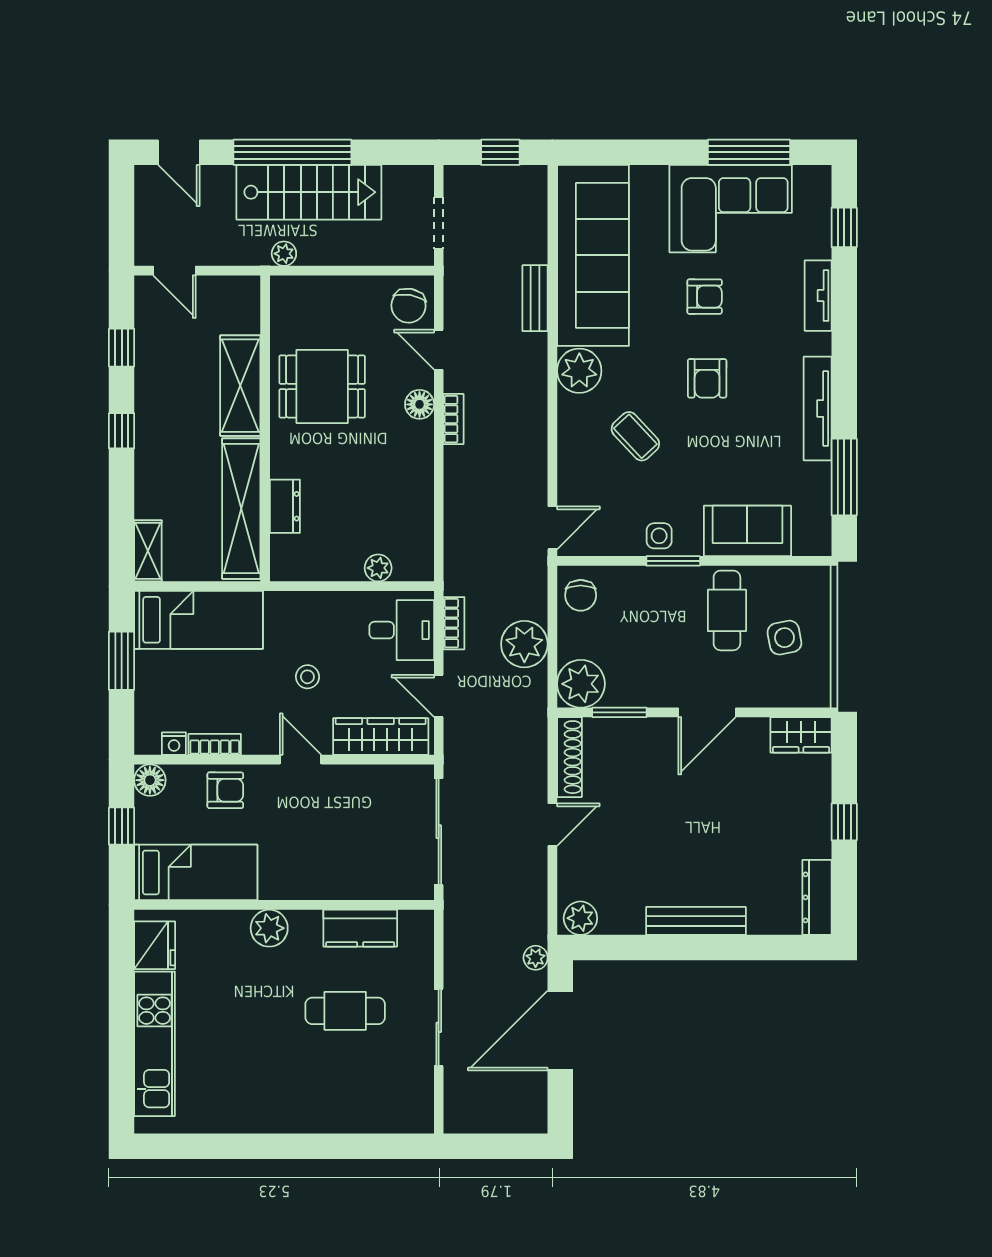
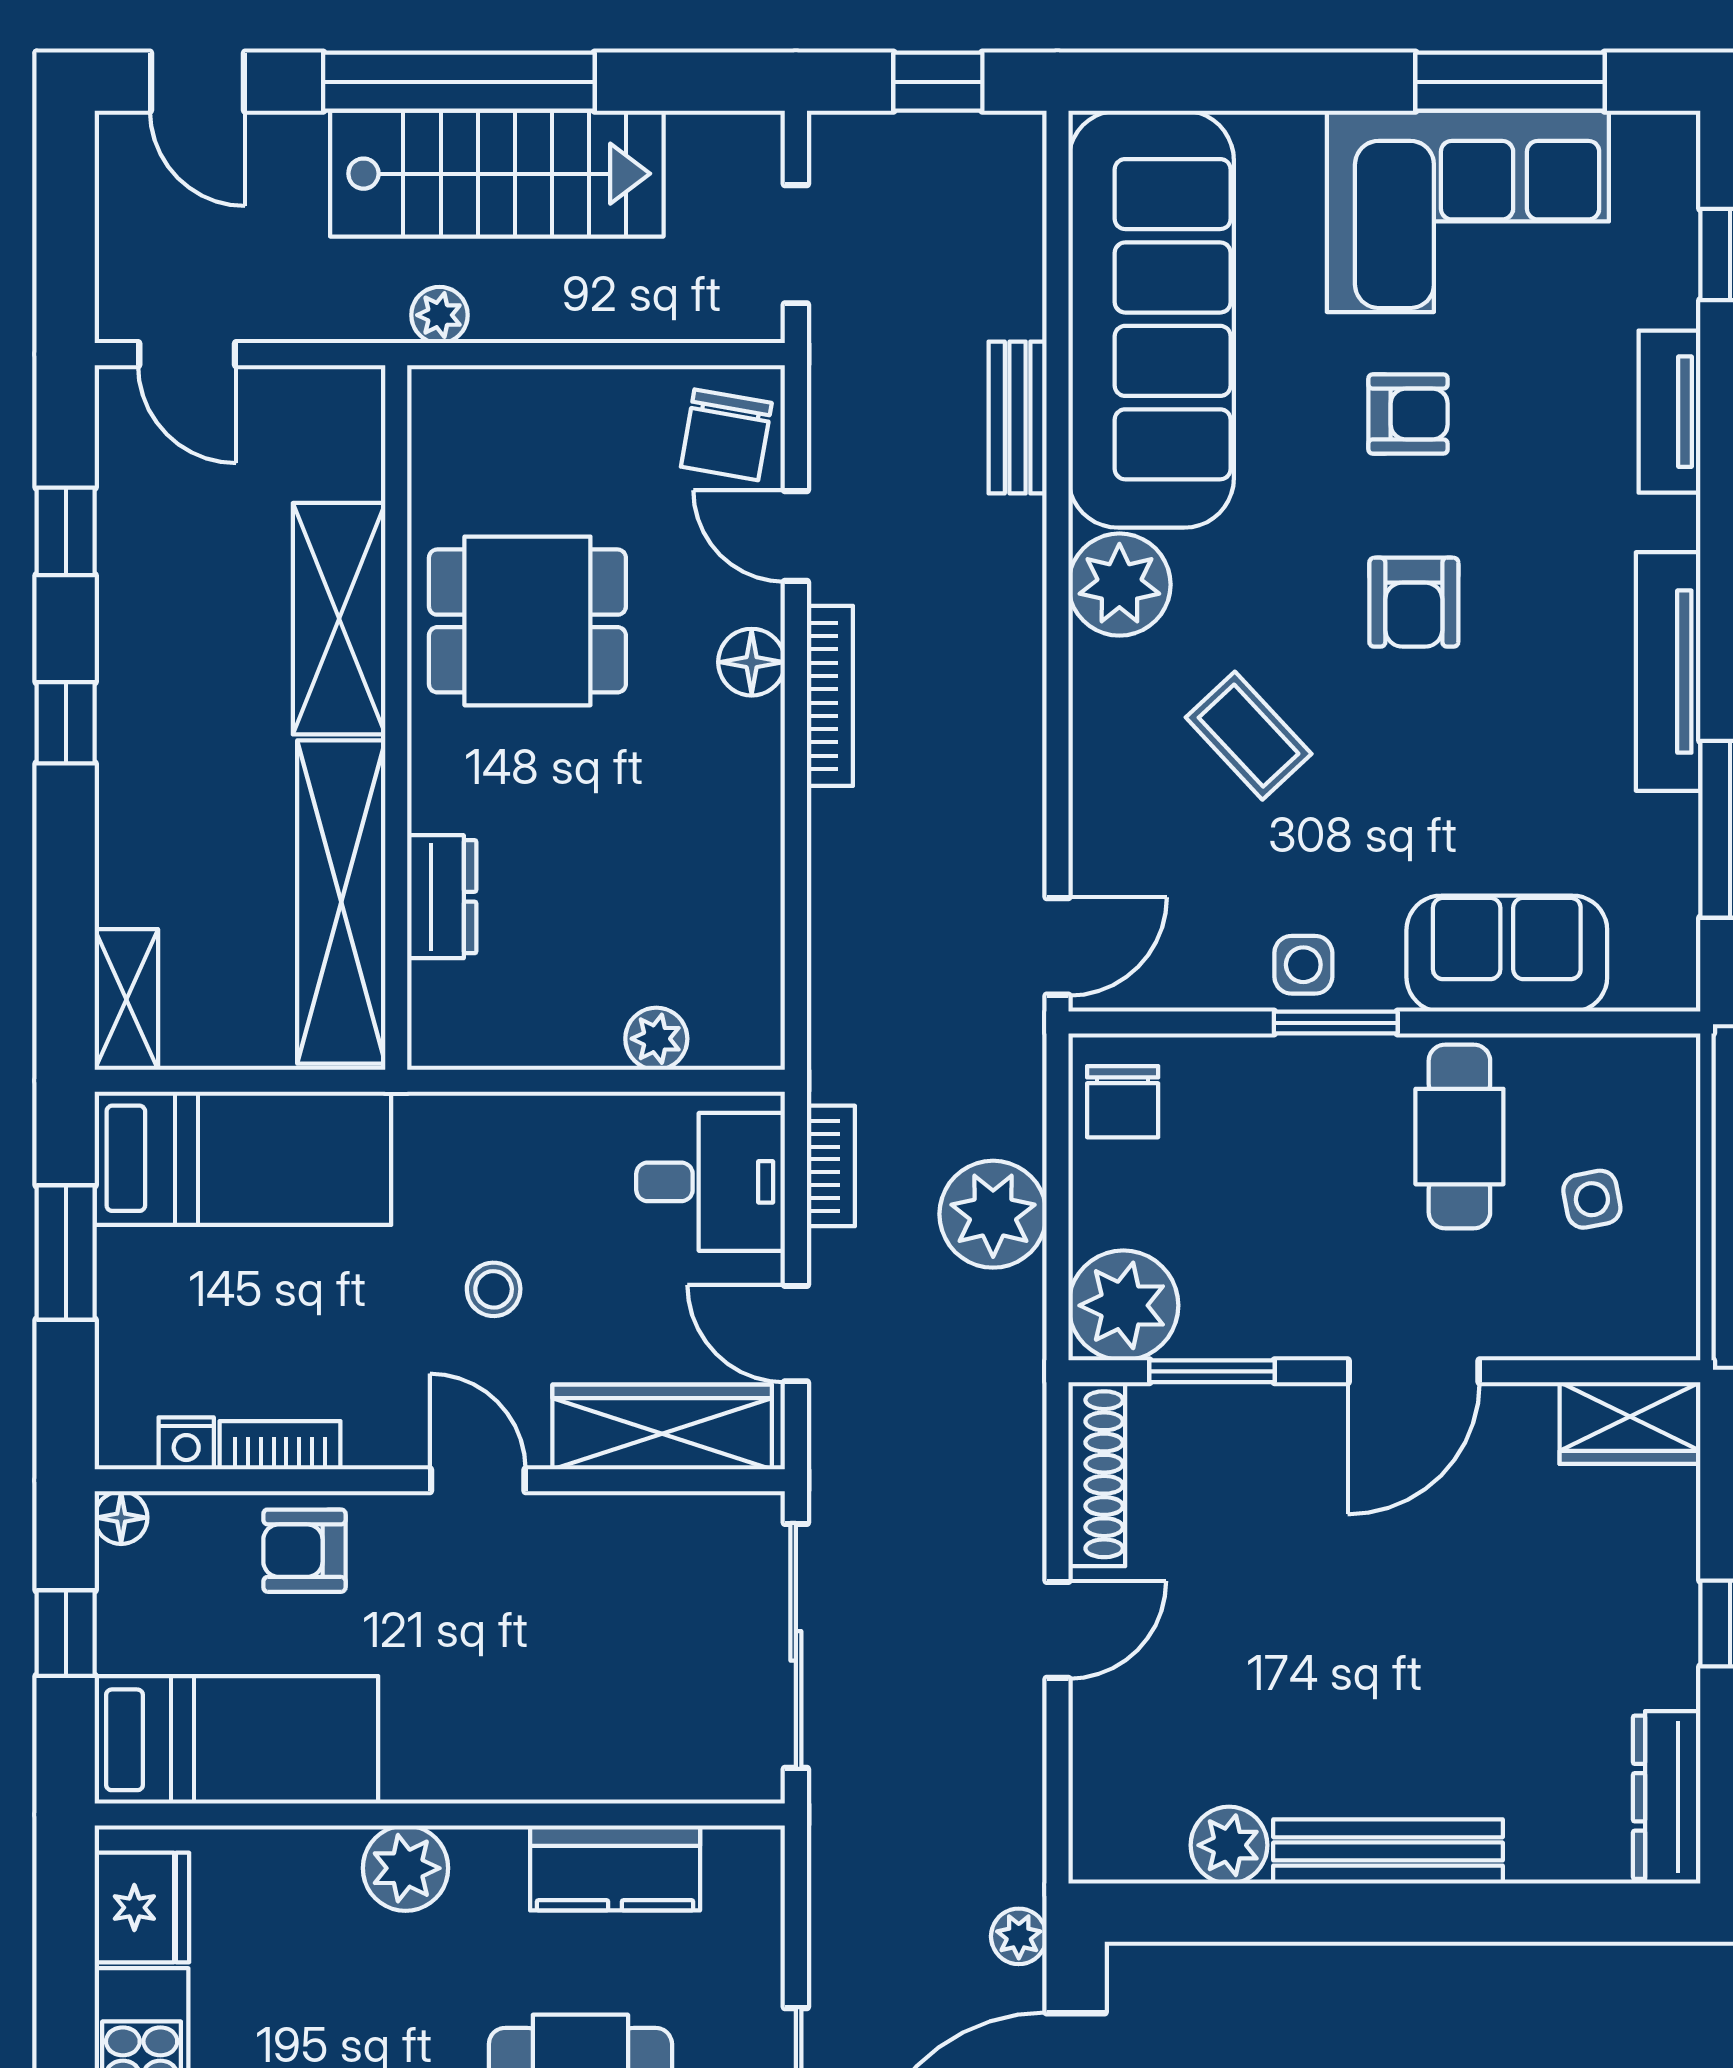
bookcase: (453, 419) -> (830, 696), width x1.56
side table: (784, 638) -> (1592, 1199), width x0.73, depth x0.73
floor lamp: (150, 780) -> (121, 1518), width x0.73, depth x0.73
armchair: (225, 790) -> (304, 1551), turned 180
plant: (580, 918) -> (1229, 1845), moved

